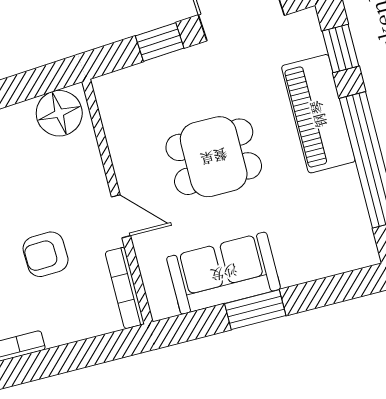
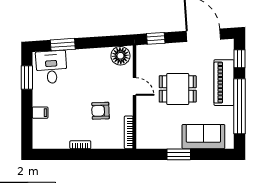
window: (160, 42) -> (156, 38), moved
door: (121, 216) -> (135, 87), moved
sofa: (224, 273) -> (203, 137), moved

